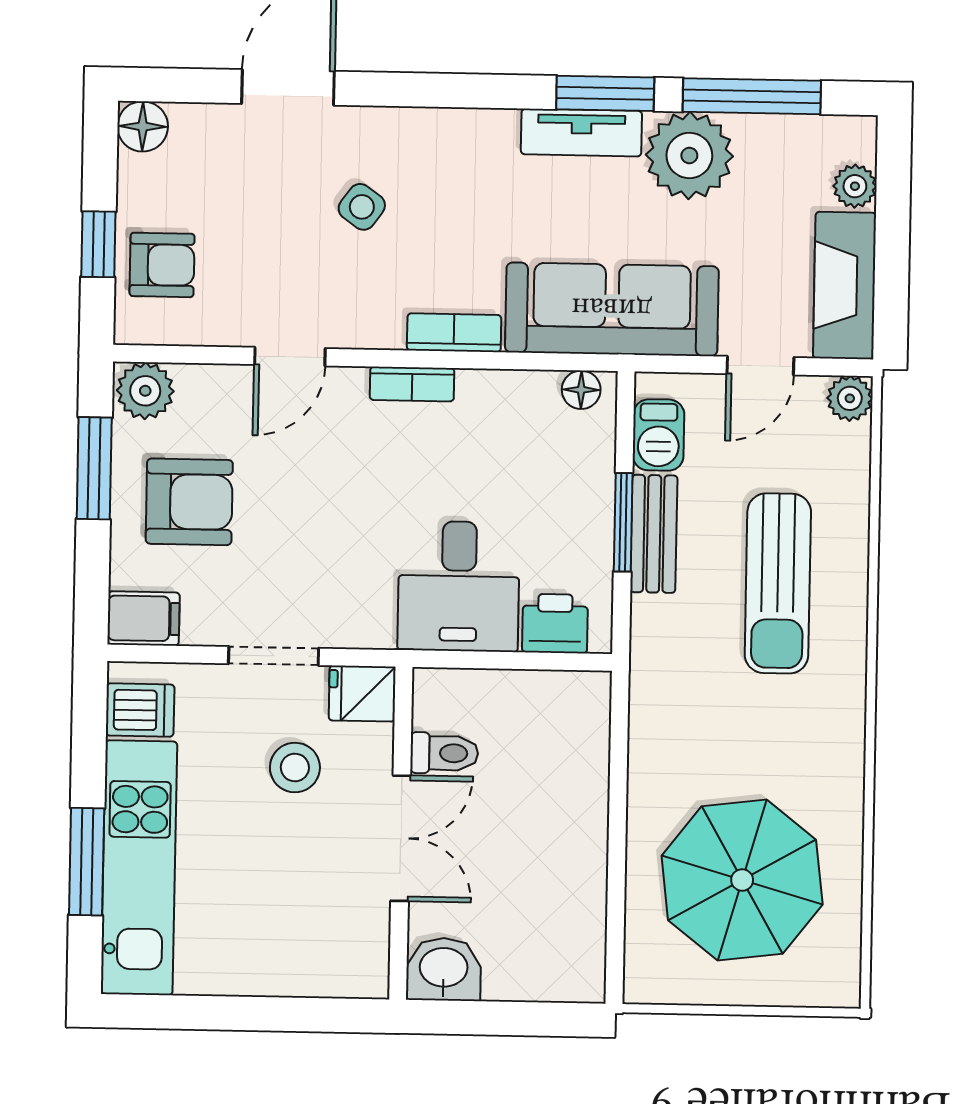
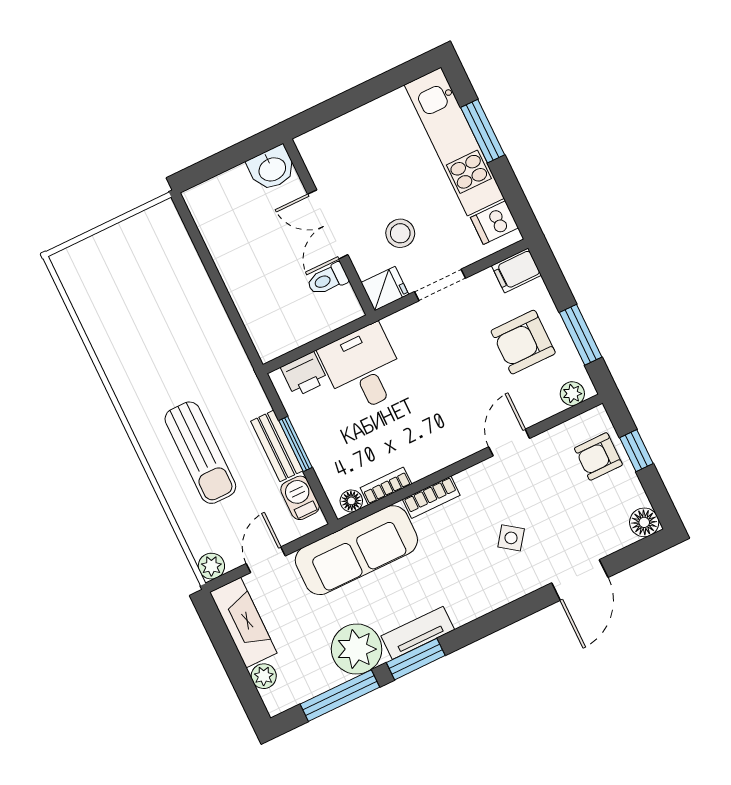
bookcase: (412, 384) -> (386, 486), moved
plant: (145, 391) -> (572, 394), width x0.73, depth x0.73
sun lounger: (778, 583) -> (200, 453), turned 180
parasol: (742, 880) -> (142, 291), removed

